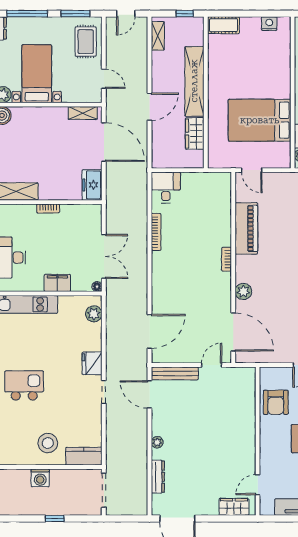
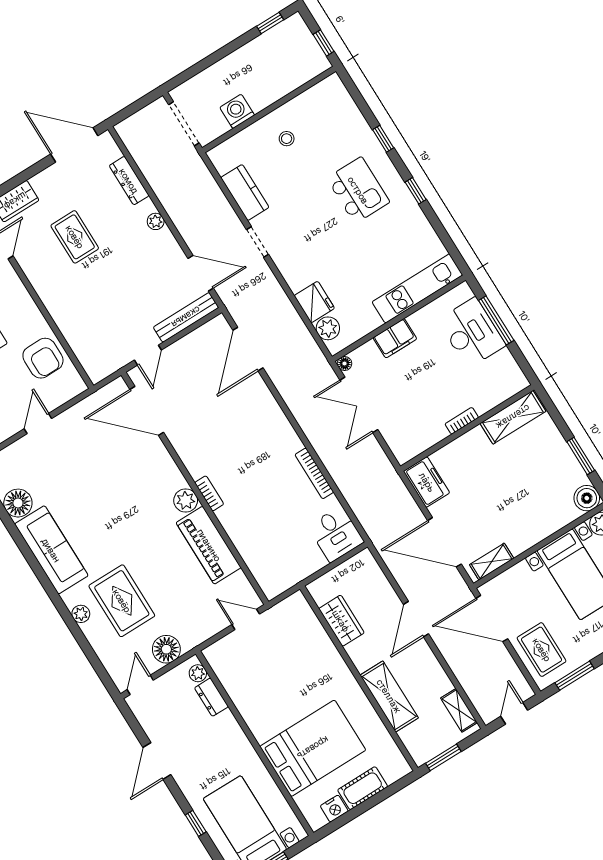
window: (185, 14) -> (443, 757), width x1.50
cot: (223, 25) -> (363, 788), moved
door: (104, 79) -> (492, 619), width x1.88
shelving: (194, 81) -> (389, 696), width x0.68
bed: (260, 120) -> (313, 748), moved
plant: (243, 291) -> (186, 500), moved
fridge: (92, 363) -> (314, 302), moved
kitchen island: (24, 385) -> (358, 190), turned -90
armchair: (276, 402) -> (43, 358), turned 180
stool: (48, 443) -> (287, 139), width x0.53, depth x0.53
kitchen counter: (84, 456) -> (245, 193), moved, turned -90
rug: (211, 463) -> (75, 237), added
washing machine: (40, 478) -> (237, 111), moved
window: (55, 518) -> (270, 23), moved

